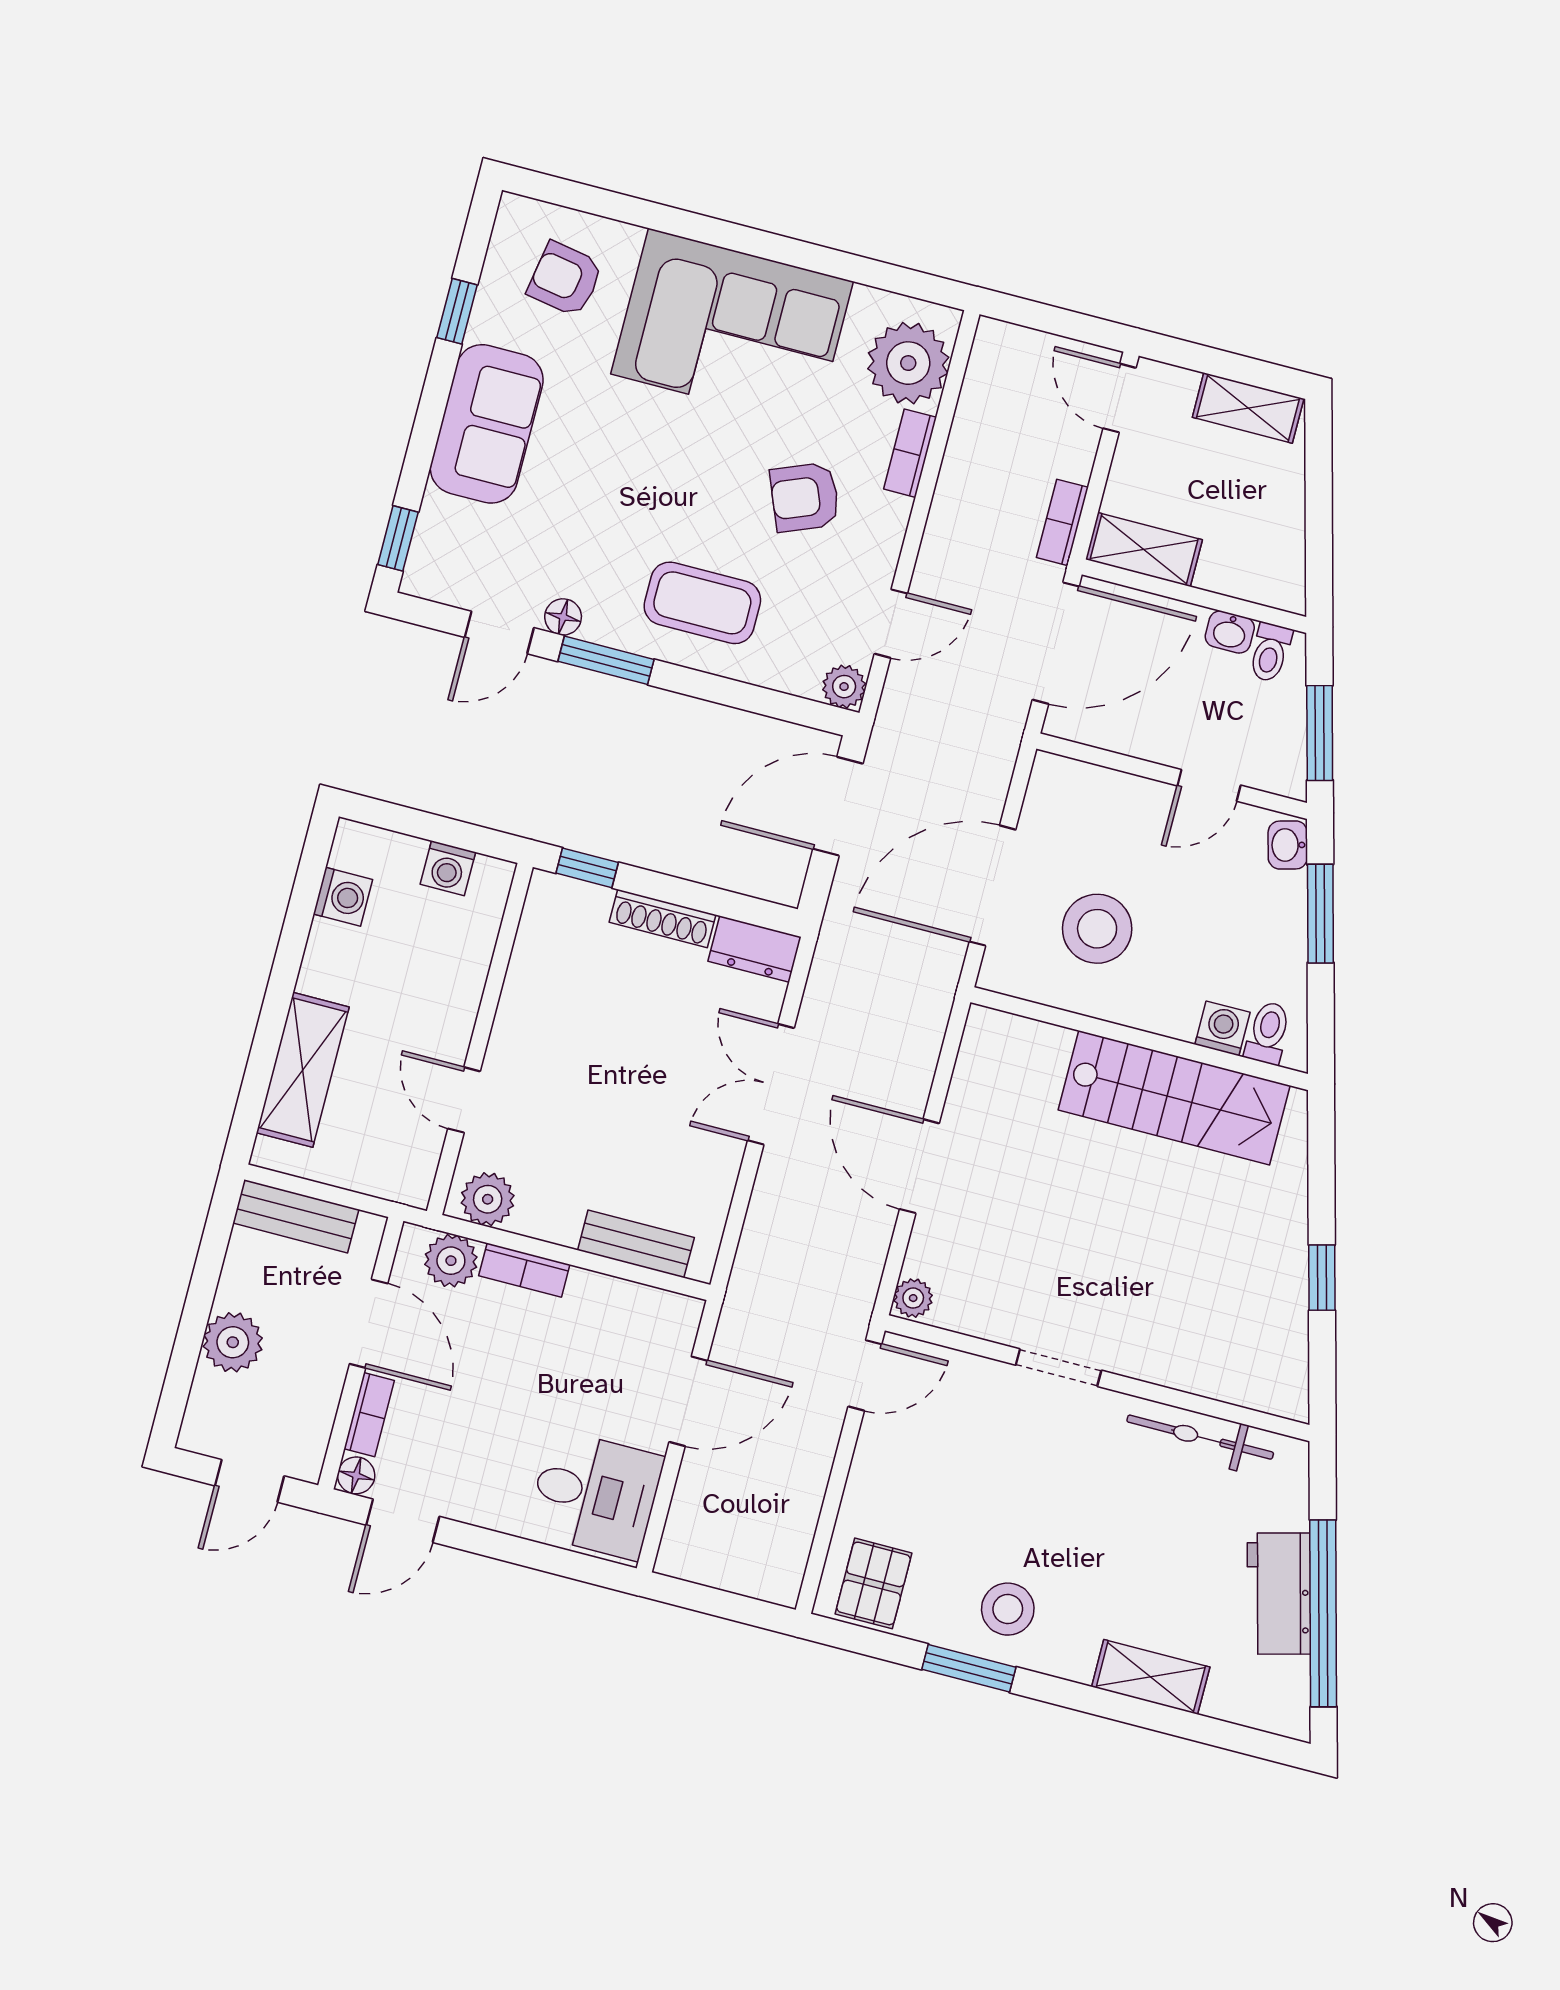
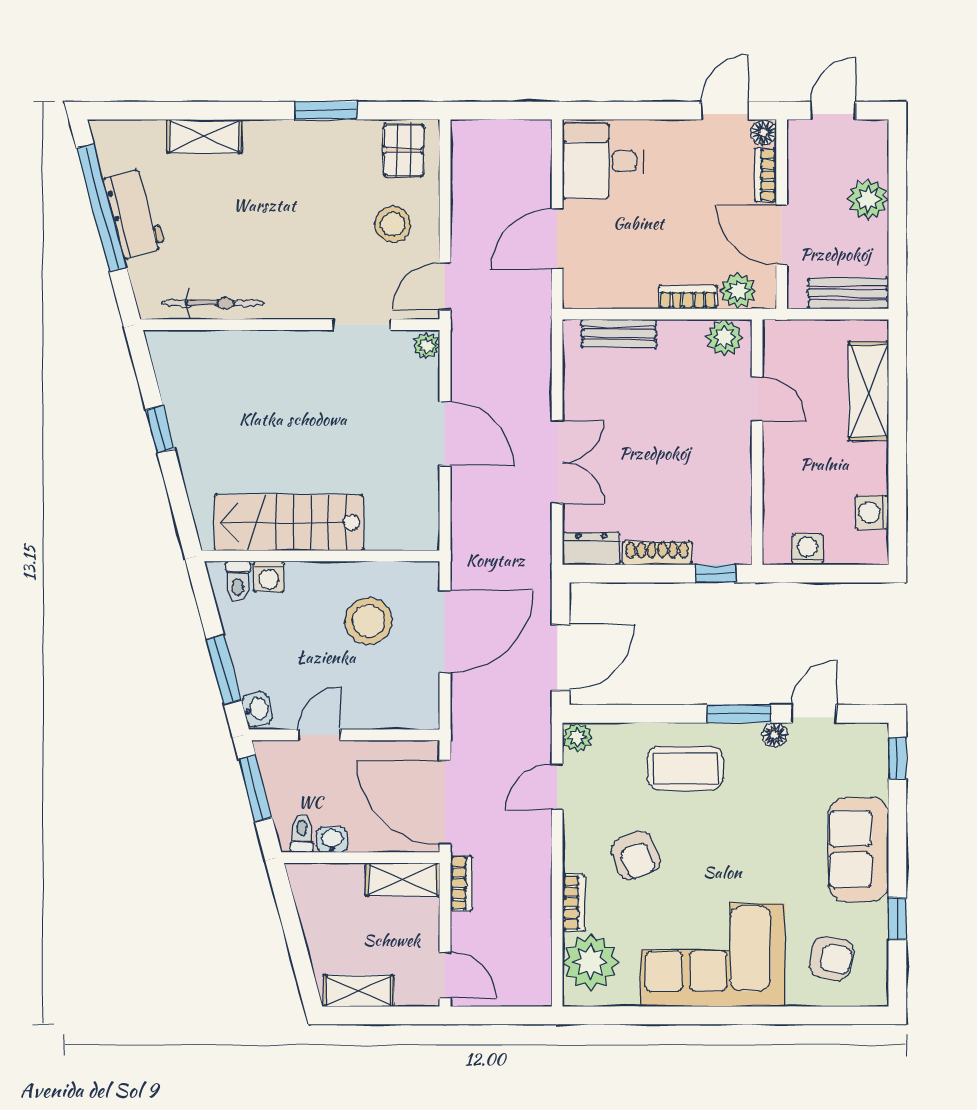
armchair: (805, 497) -> (636, 856), turned 90
door: (1056, 643) -> (445, 802), hinge flipped
doorway: (1059, 1368) -> (361, 325), moved
stool: (1008, 1609) -> (393, 224), moved

